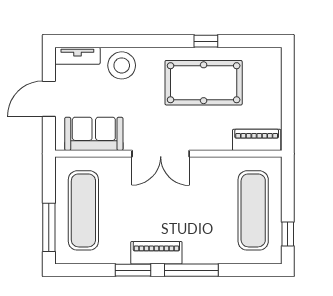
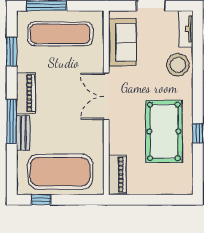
exercise mat: (253, 210) -> (60, 172), width x1.47
bench: (205, 256) -> (23, 133), added
window: (133, 270) -> (12, 51), moved

